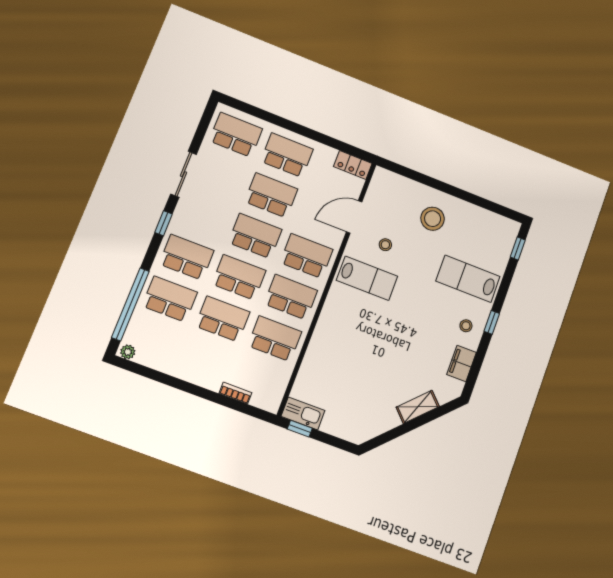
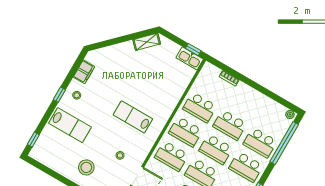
lab bench: (367, 278) -> (133, 117), moved
shelving: (418, 407) -> (147, 42), moved

